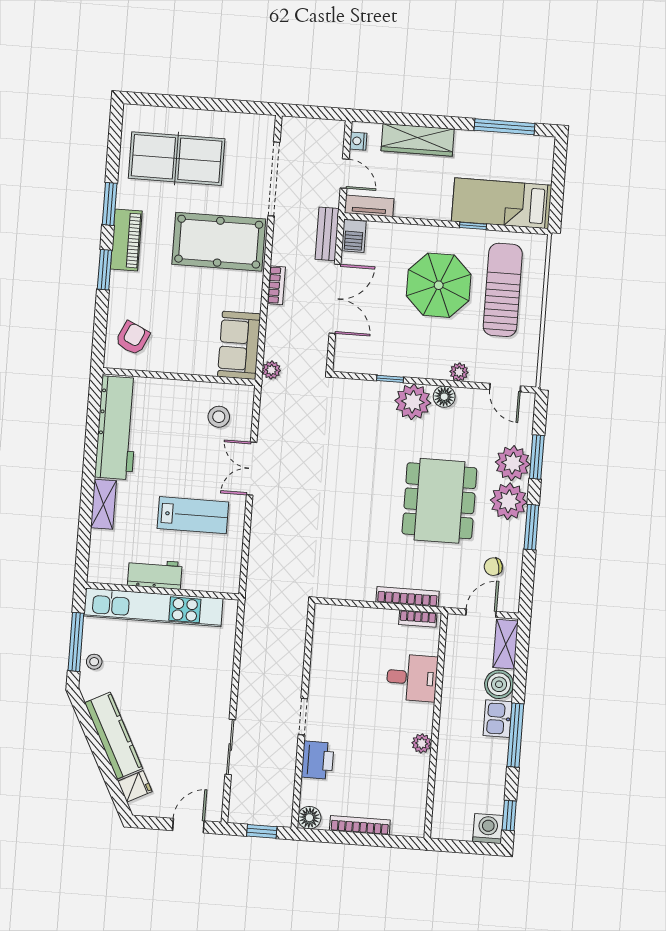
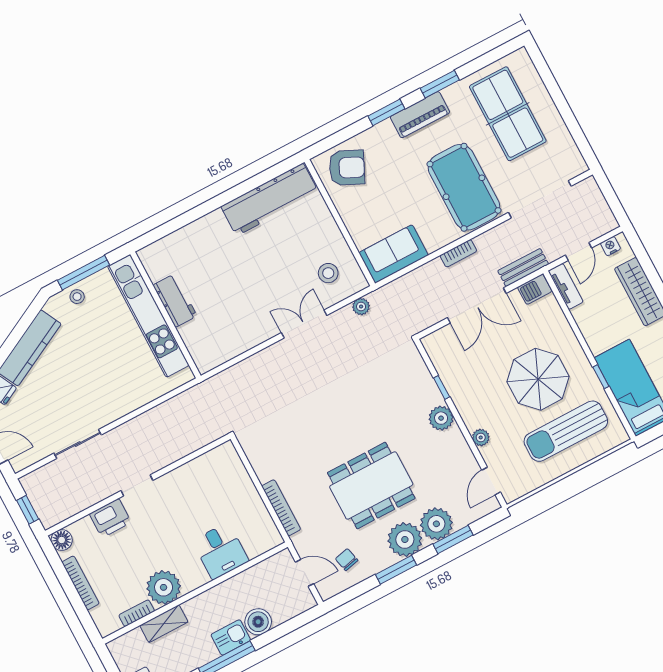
sun lounger: (503, 290) -> (566, 431), turned 180
armchair: (133, 338) -> (347, 168), width x1.38, depth x1.38
plant: (271, 370) -> (361, 307), moved
floor lamp: (444, 397) -> (454, 438), removed
plant: (413, 402) -> (441, 418), width x0.73, depth x0.73
shelving: (103, 504) -> (204, 227), removed
lab bench: (193, 515) -> (239, 301), removed
bookcase: (418, 619) -> (137, 613), moved, turned 90
shelving: (506, 644) -> (164, 624), moved
plant: (422, 743) -> (164, 587), width x1.88, depth x1.88

